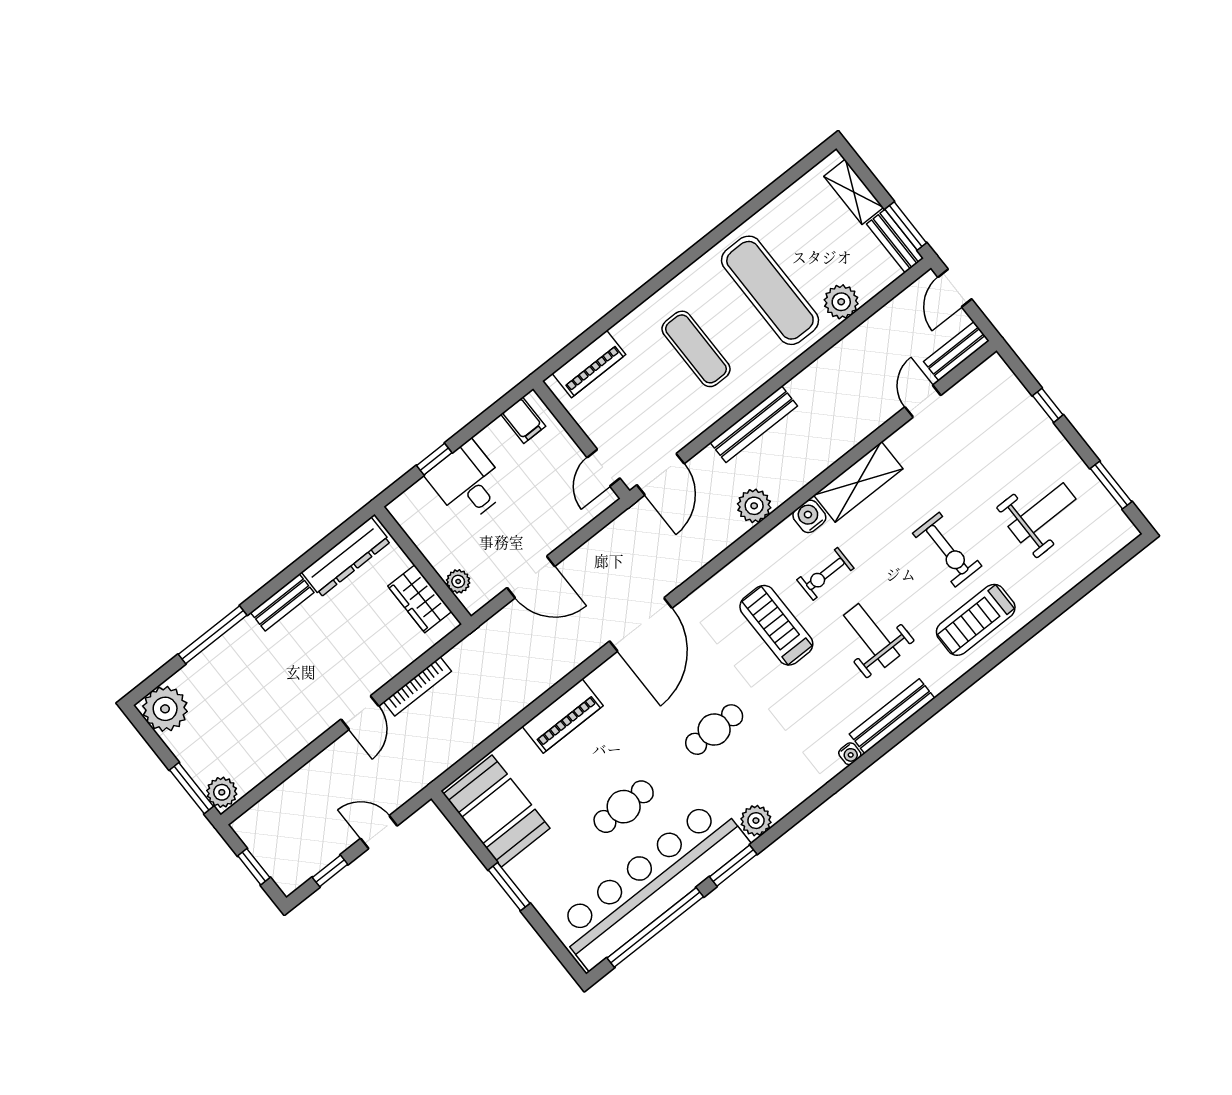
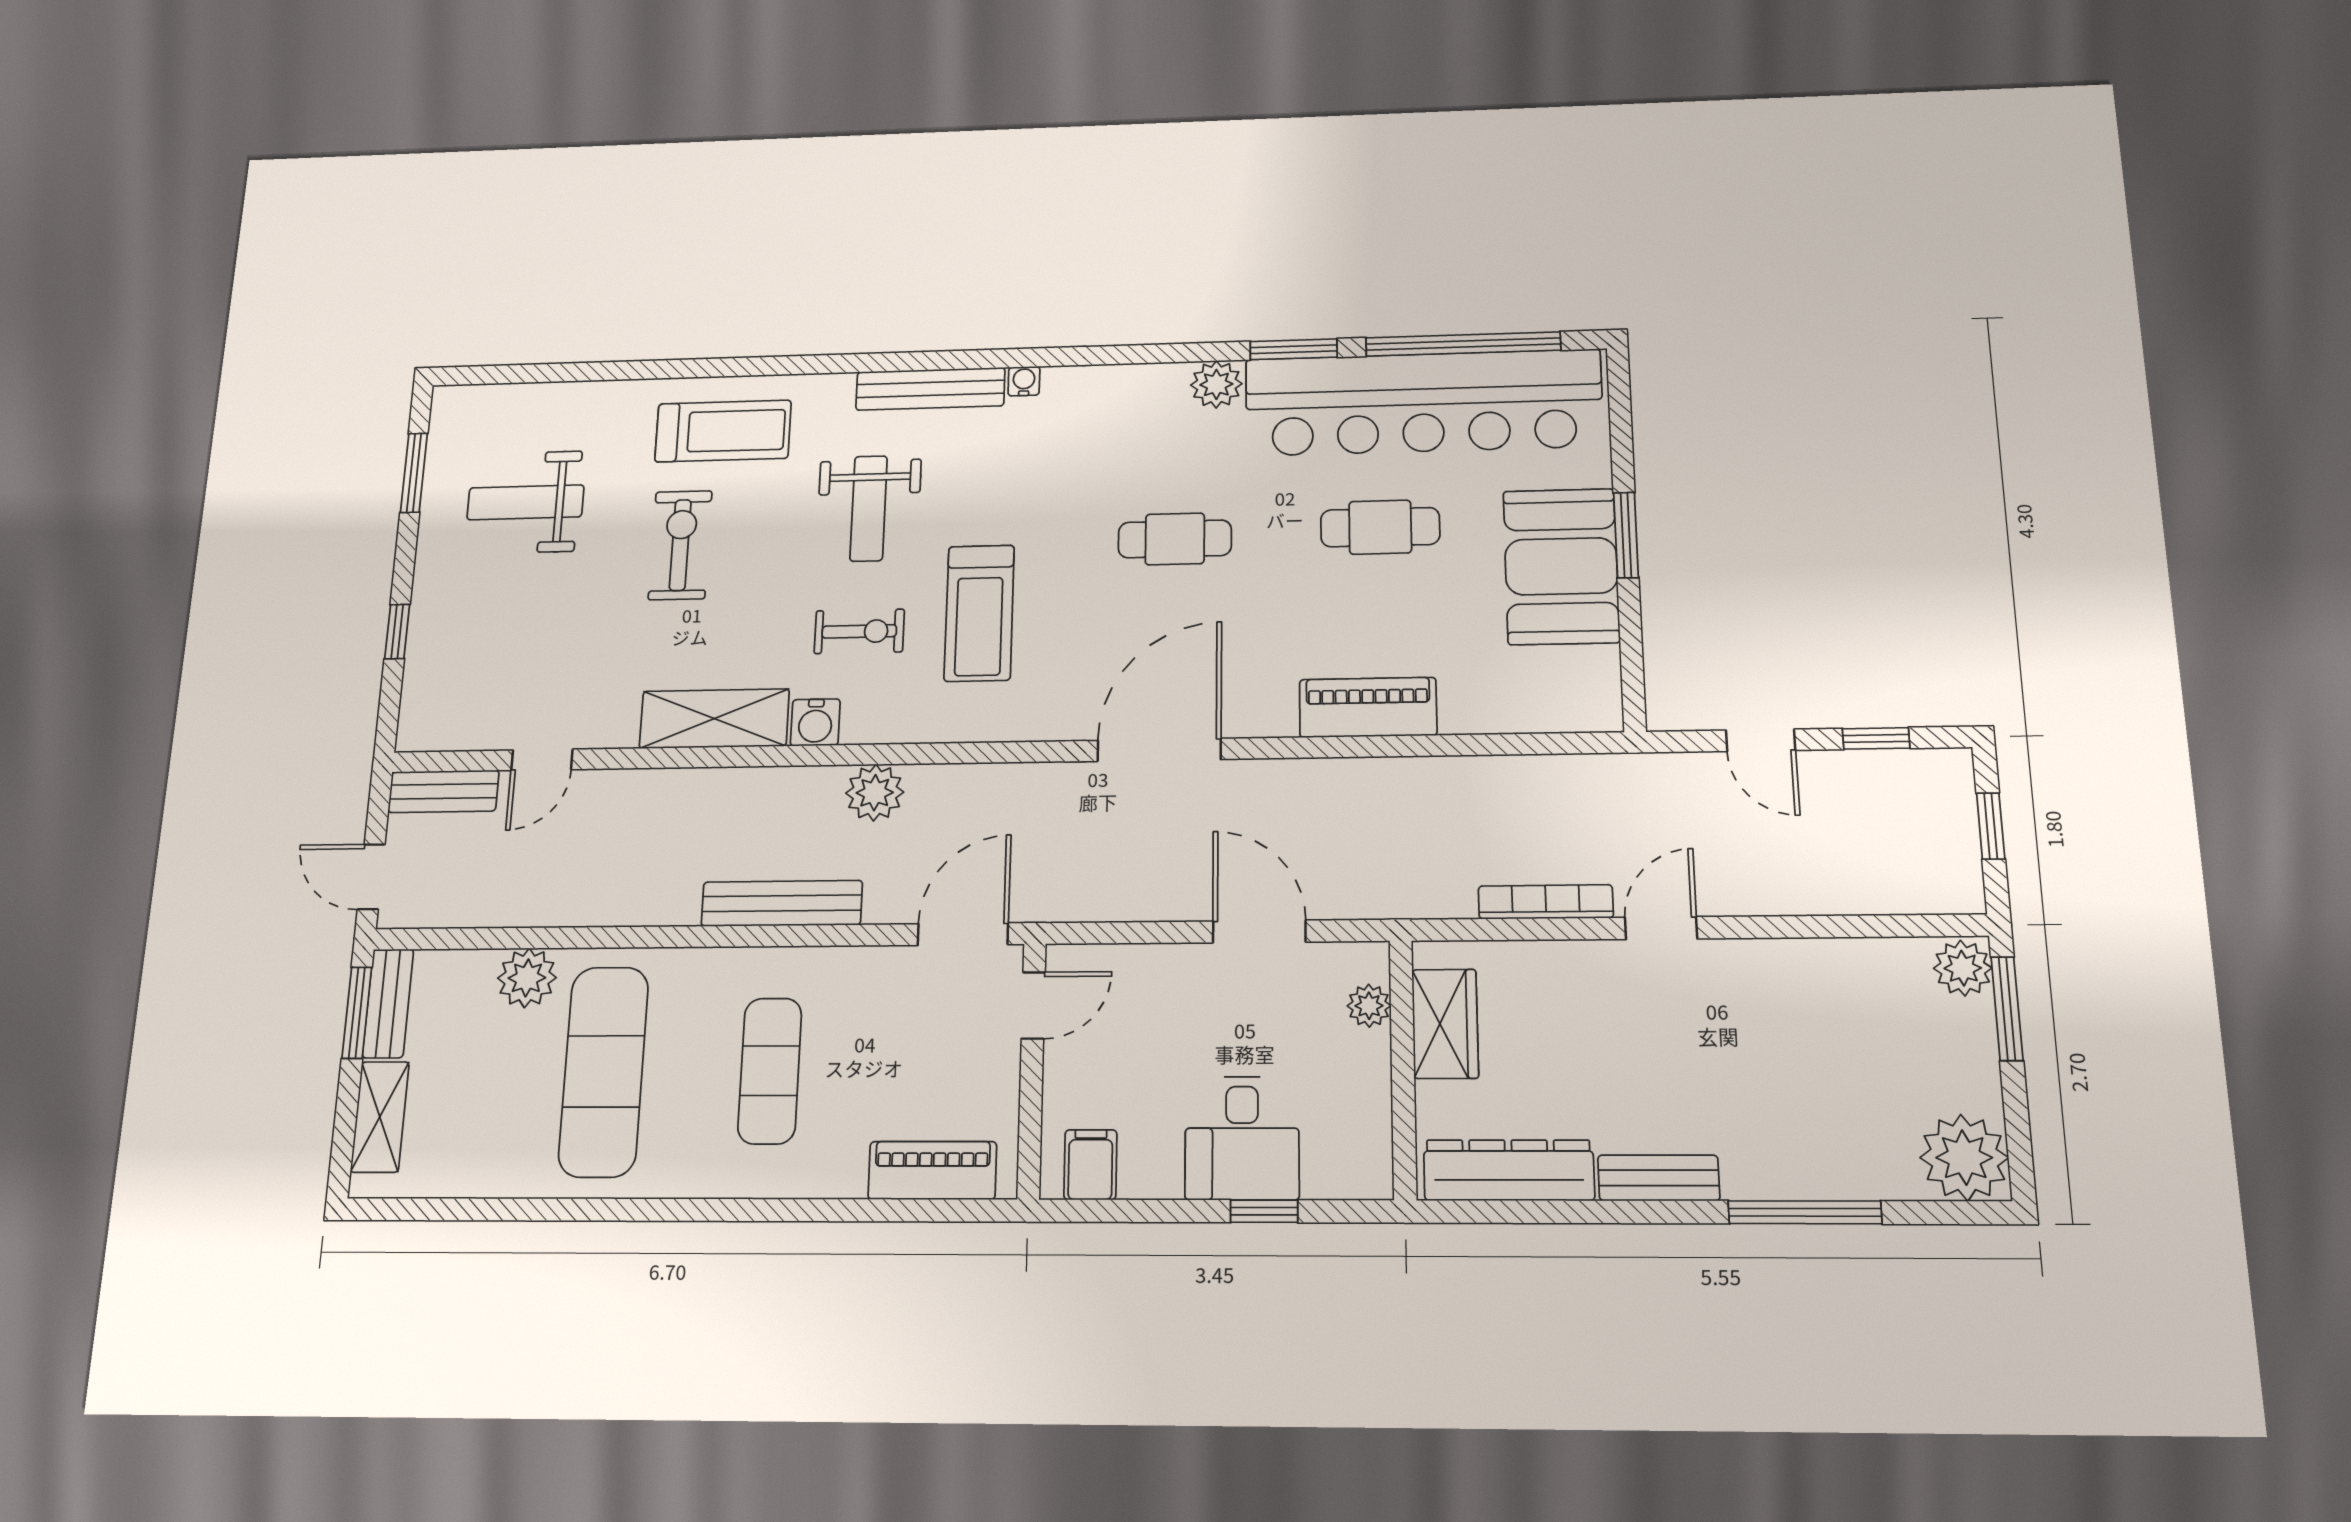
door: (955, 288) -> (371, 877), swing flipped
booth: (497, 811) -> (1561, 566), moved

